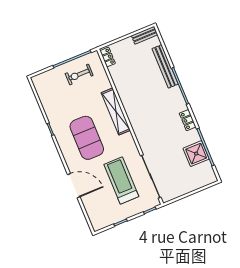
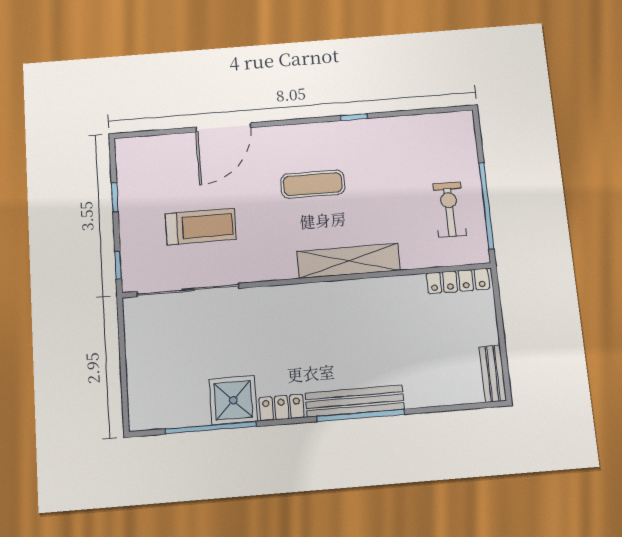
locker: (108, 57) -> (458, 281), width x1.53
bench: (165, 66) -> (355, 401), moved
exercise mat: (87, 138) -> (313, 184), width x0.50, depth x0.69
shower: (196, 154) -> (233, 400), moved
treadmill: (121, 180) -> (201, 226), width x0.73, depth x0.73

